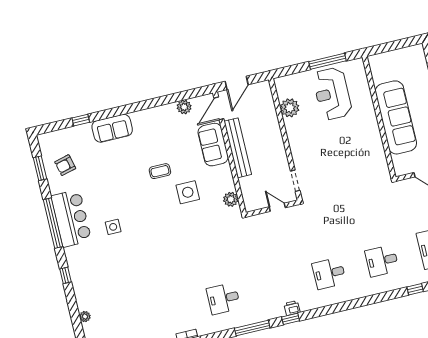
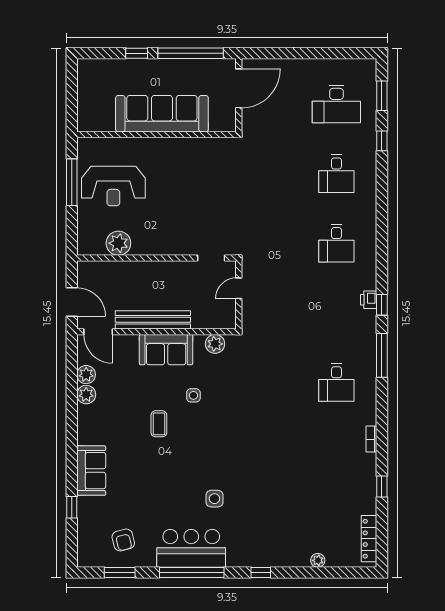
plant: (169, 111) -> (86, 395), added
sofa: (213, 145) -> (166, 350), moved
side table: (188, 192) -> (193, 395), width x0.54, depth x0.54

